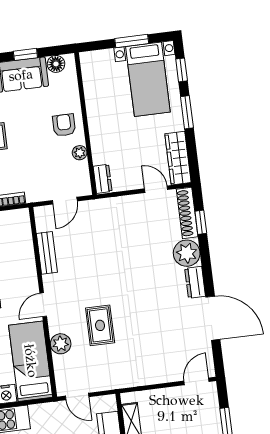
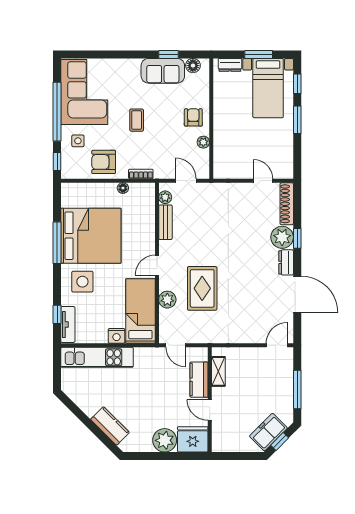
wardrobe: (178, 158) -> (285, 157), removed
dresser: (103, 179) -> (230, 65), moved, turned 90
door: (65, 201) -> (186, 181), swing flipped
window: (201, 222) -> (297, 238), moved
plant: (43, 223) -> (165, 197), added
rug: (100, 325) -> (202, 288), width x1.36, depth x1.43

